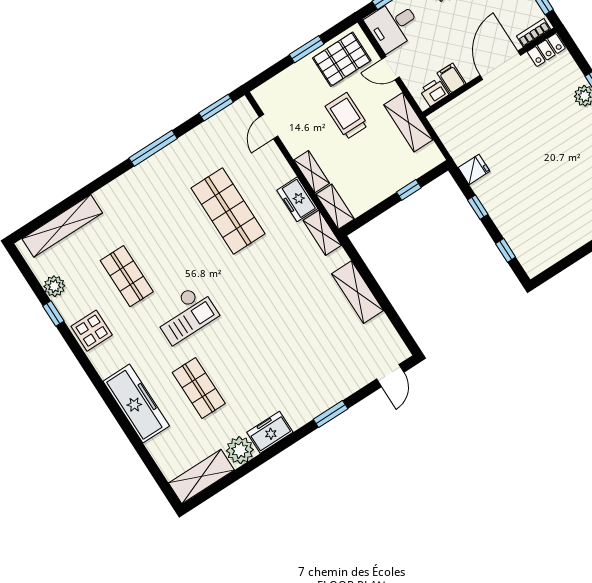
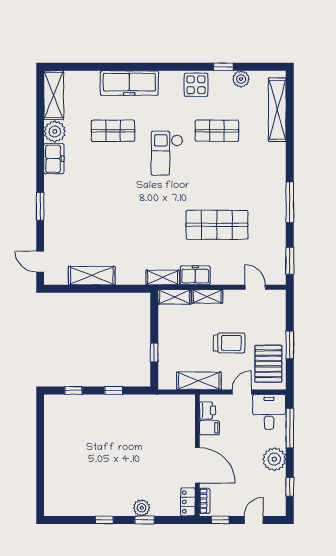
fridge: (474, 169) -> (140, 404), removed
shelving: (358, 292) -> (92, 276), moved

